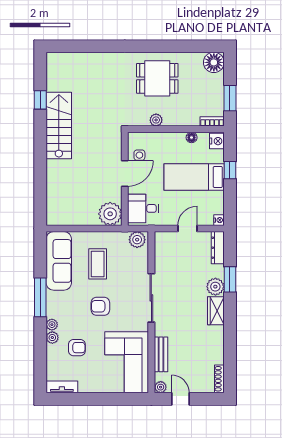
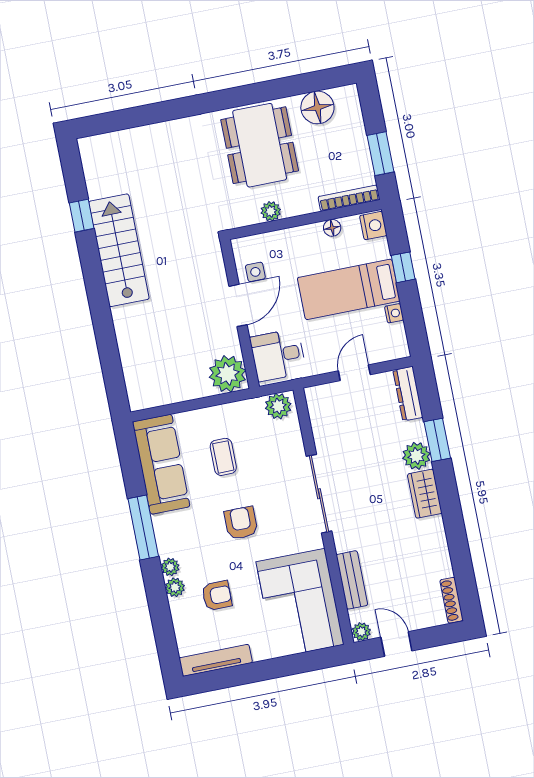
floor lamp: (214, 62) -> (317, 107), moved
dining table: (157, 78) -> (260, 145), width x1.37
bookcase: (212, 121) -> (349, 198), width x1.56
nightstand: (219, 220) -> (394, 313), moved
coffee table: (98, 264) -> (223, 457), width x0.73, depth x0.77
armchair: (100, 306) -> (241, 523), turned 90
tv unit: (62, 387) -> (216, 660), width x1.41

